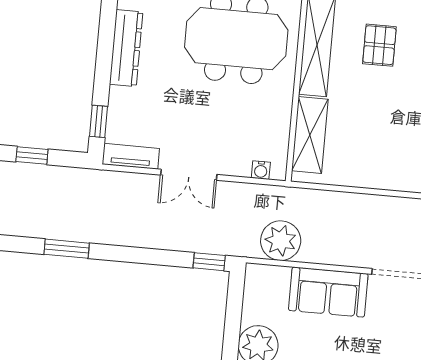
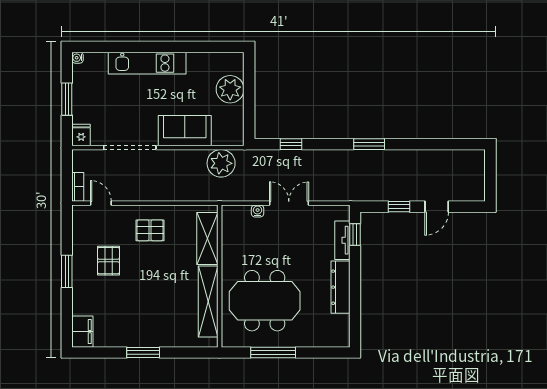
pallet: (379, 45) -> (150, 230), moved, turned 90
tv unit: (131, 156) -> (342, 240), moved, turned 90
water cooler: (261, 170) -> (258, 211), moved
window: (209, 262) -> (291, 144), moved

